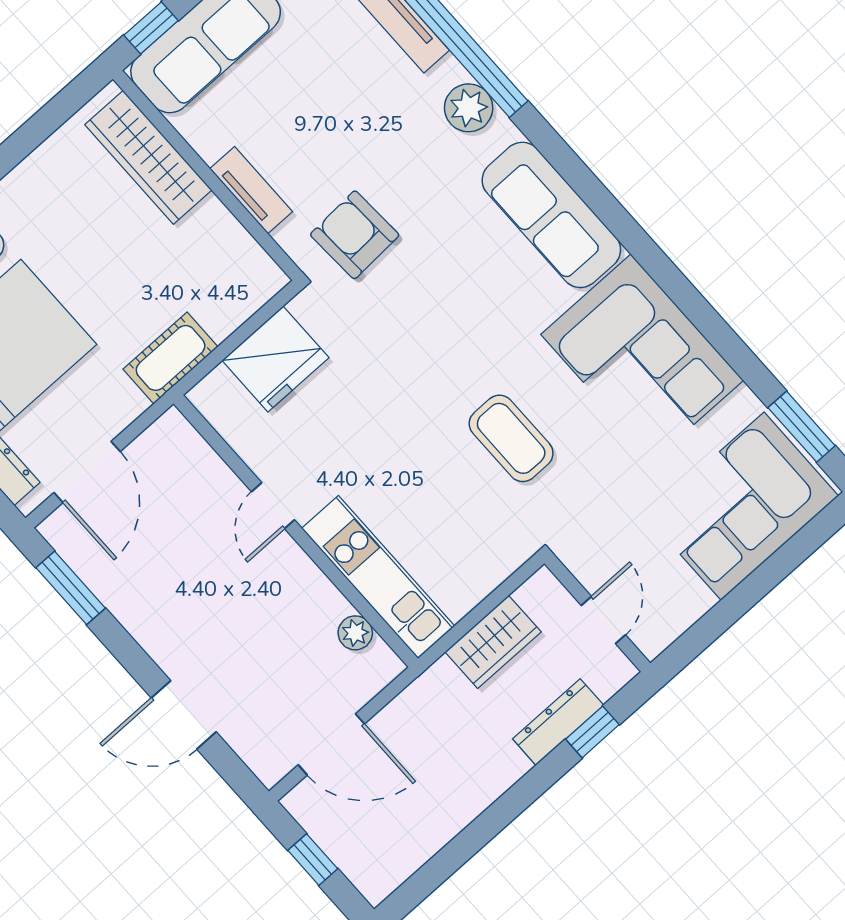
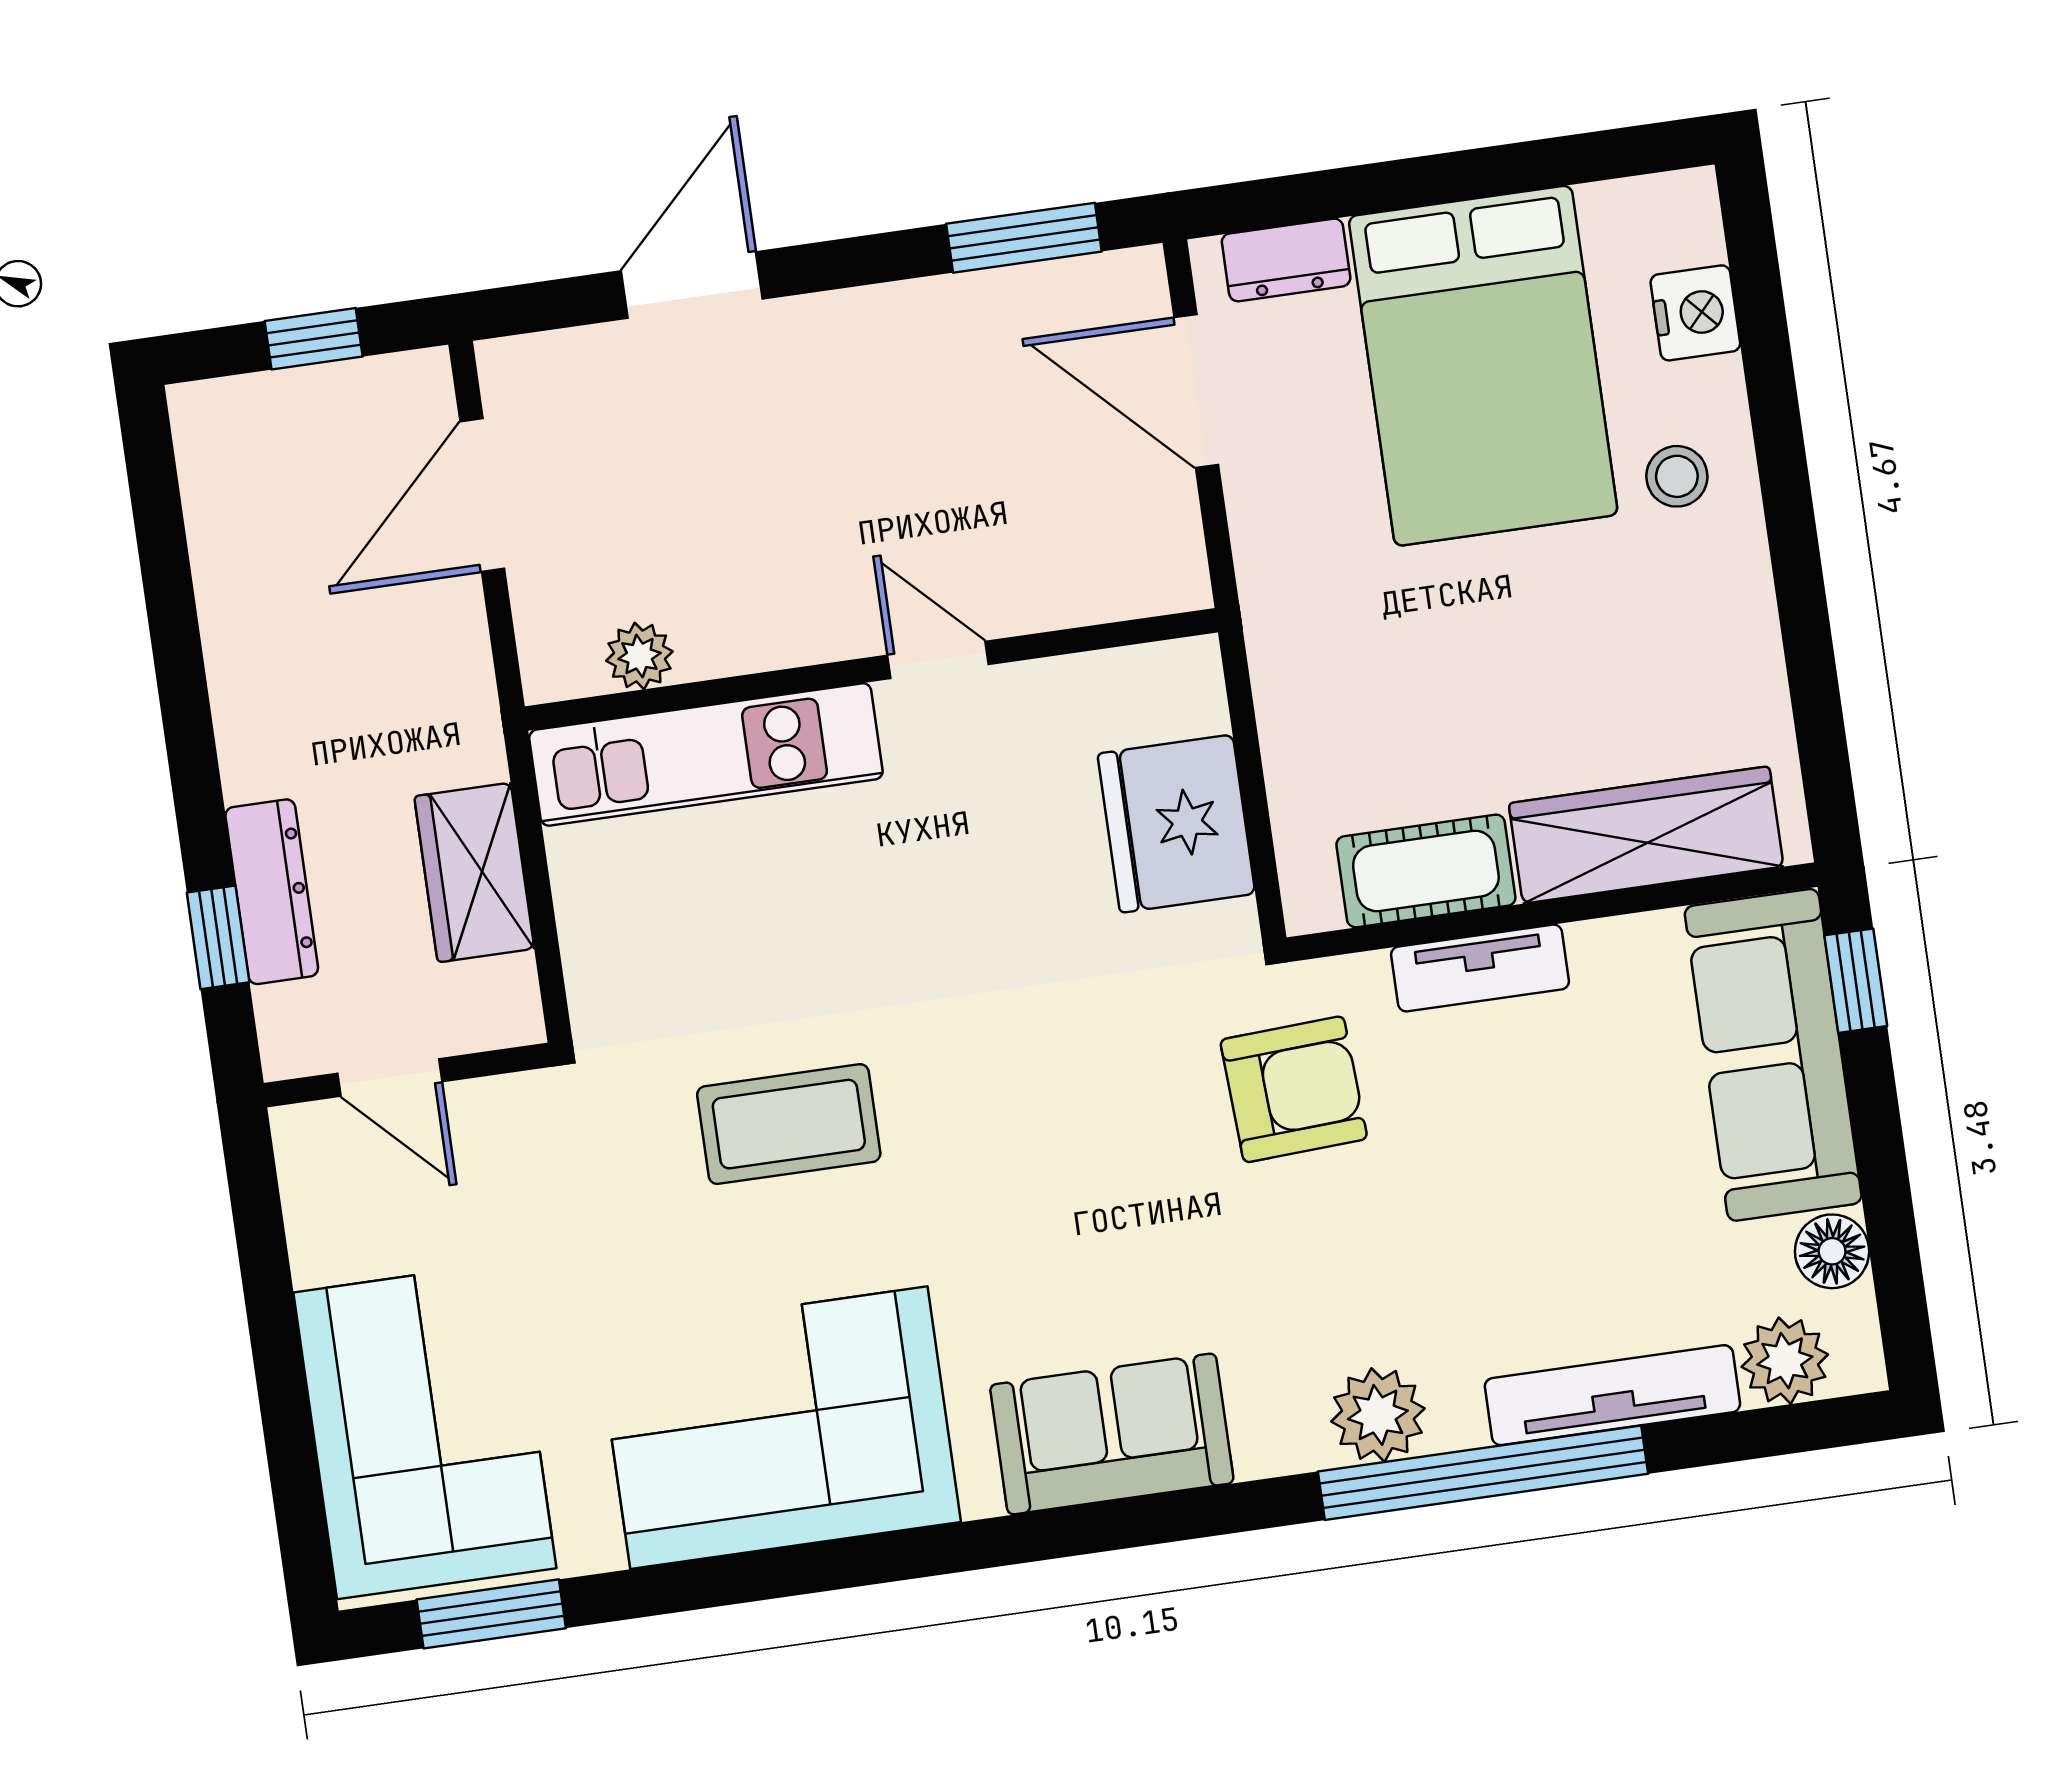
sofa: (551, 215) -> (1112, 1434), width x0.73
cot: (171, 358) -> (1426, 871), moved, turned 90

